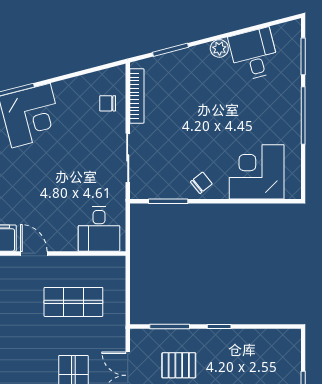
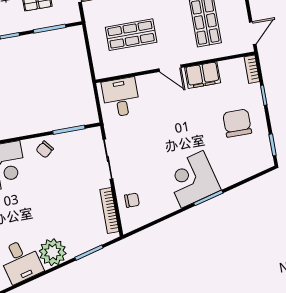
plant: (219, 48) -> (53, 252), width x1.88, depth x1.88

